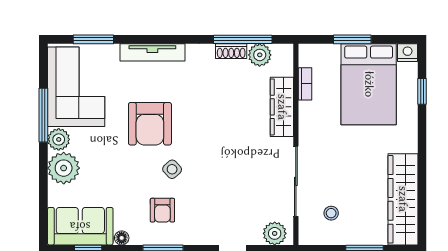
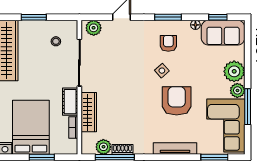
cot: (310, 123) -> (70, 102), added

